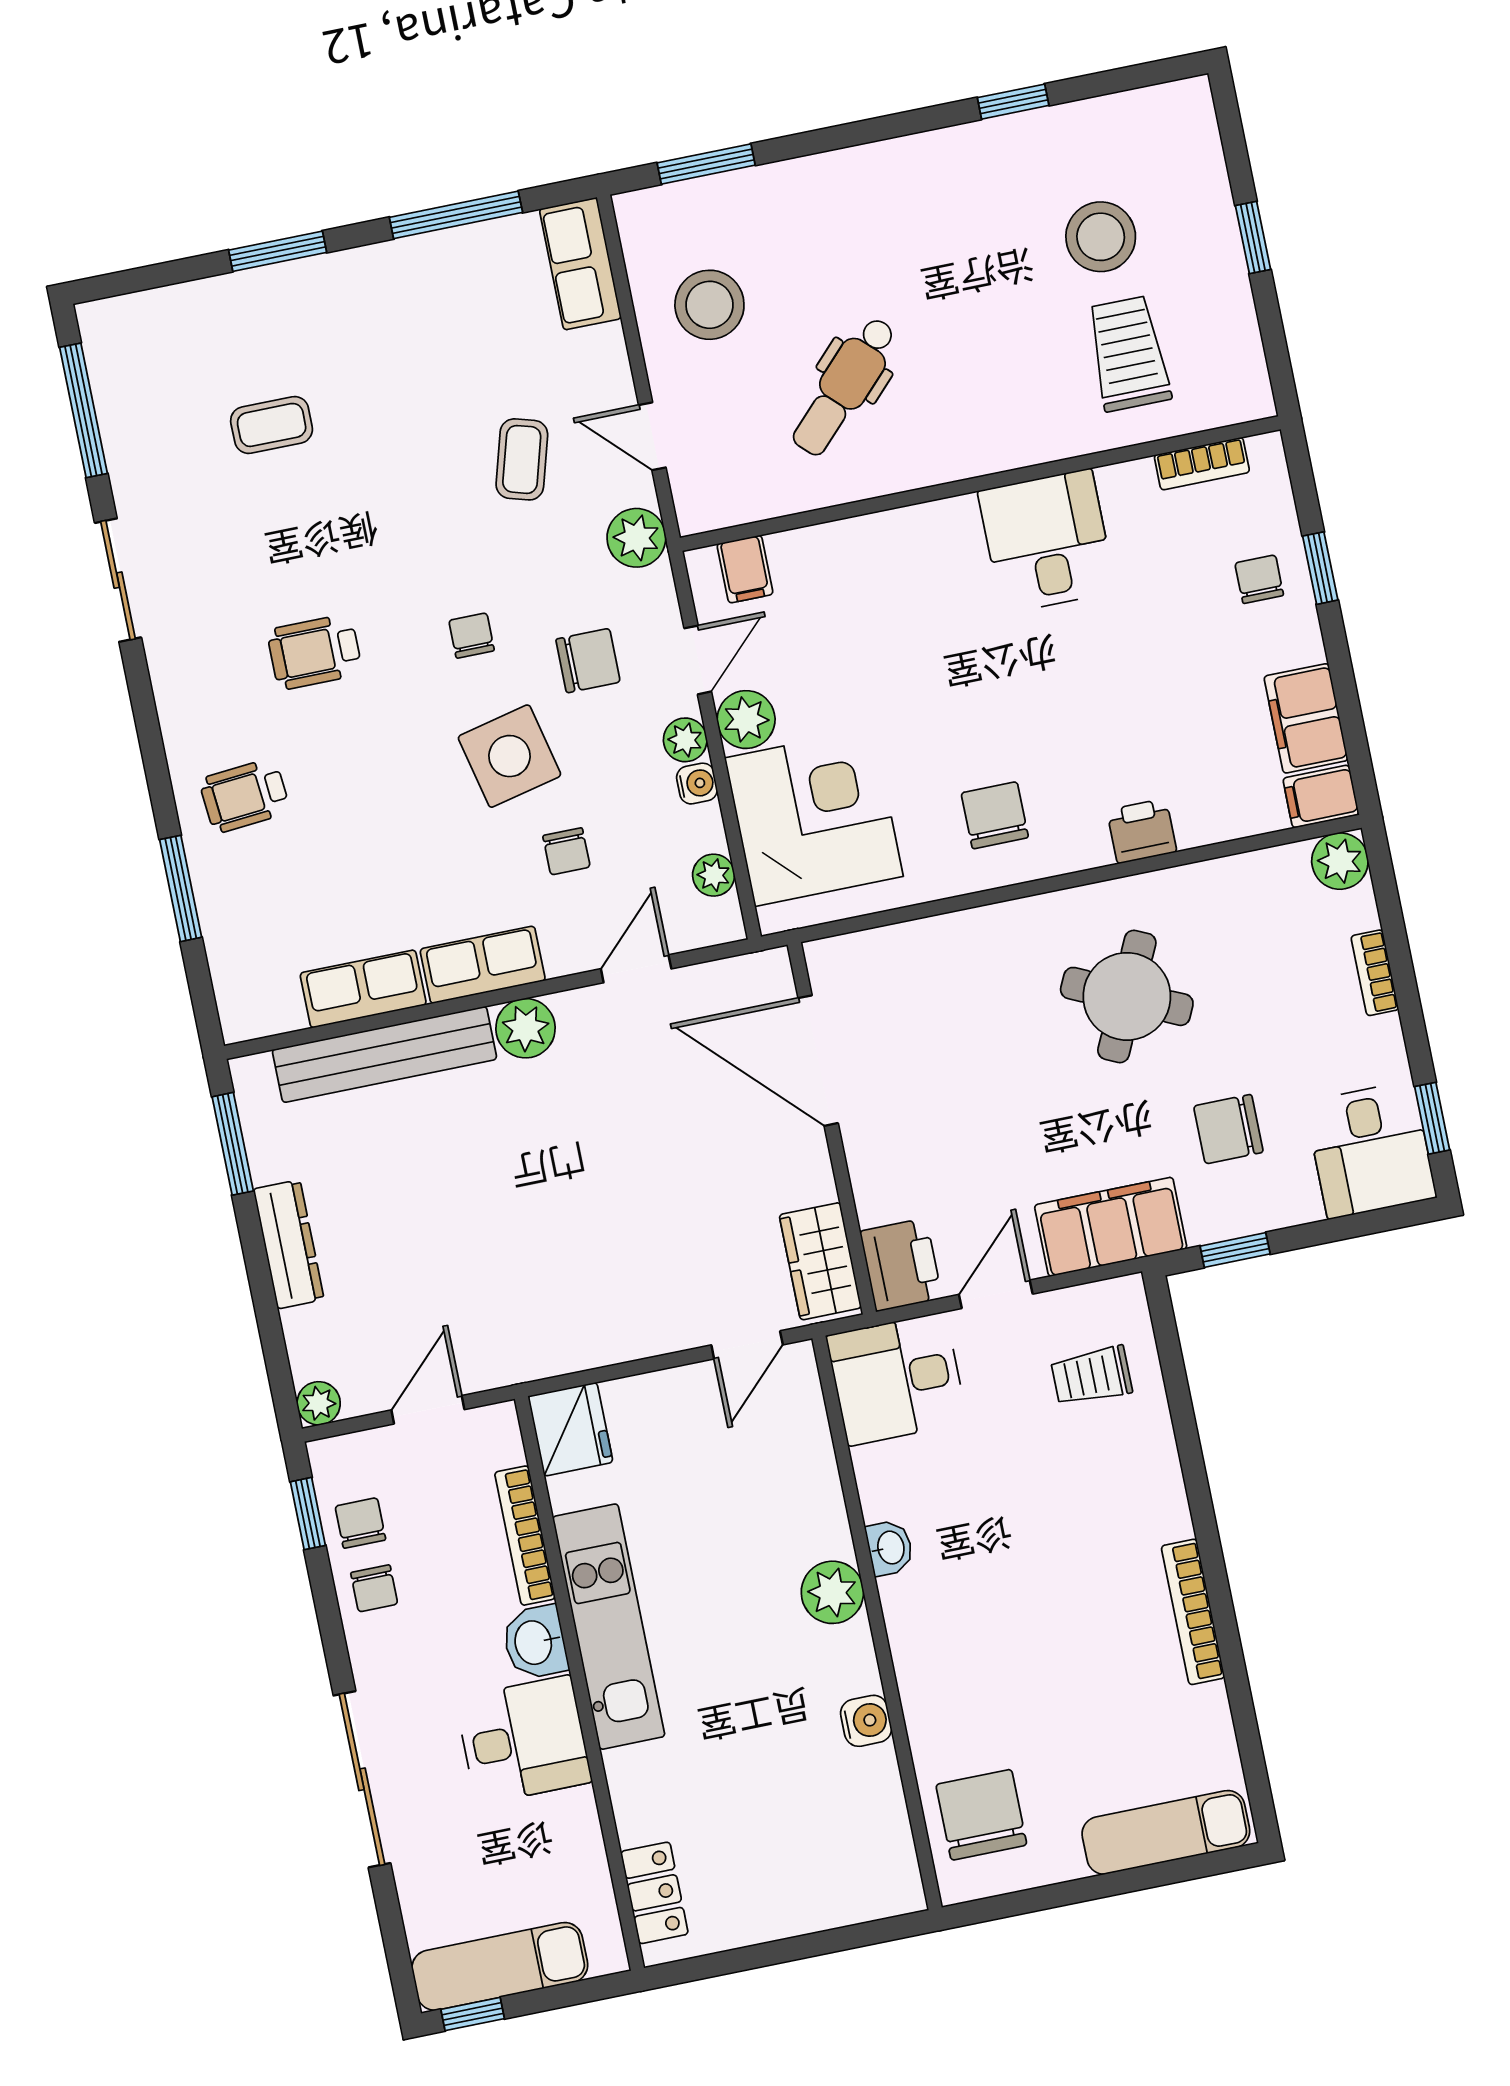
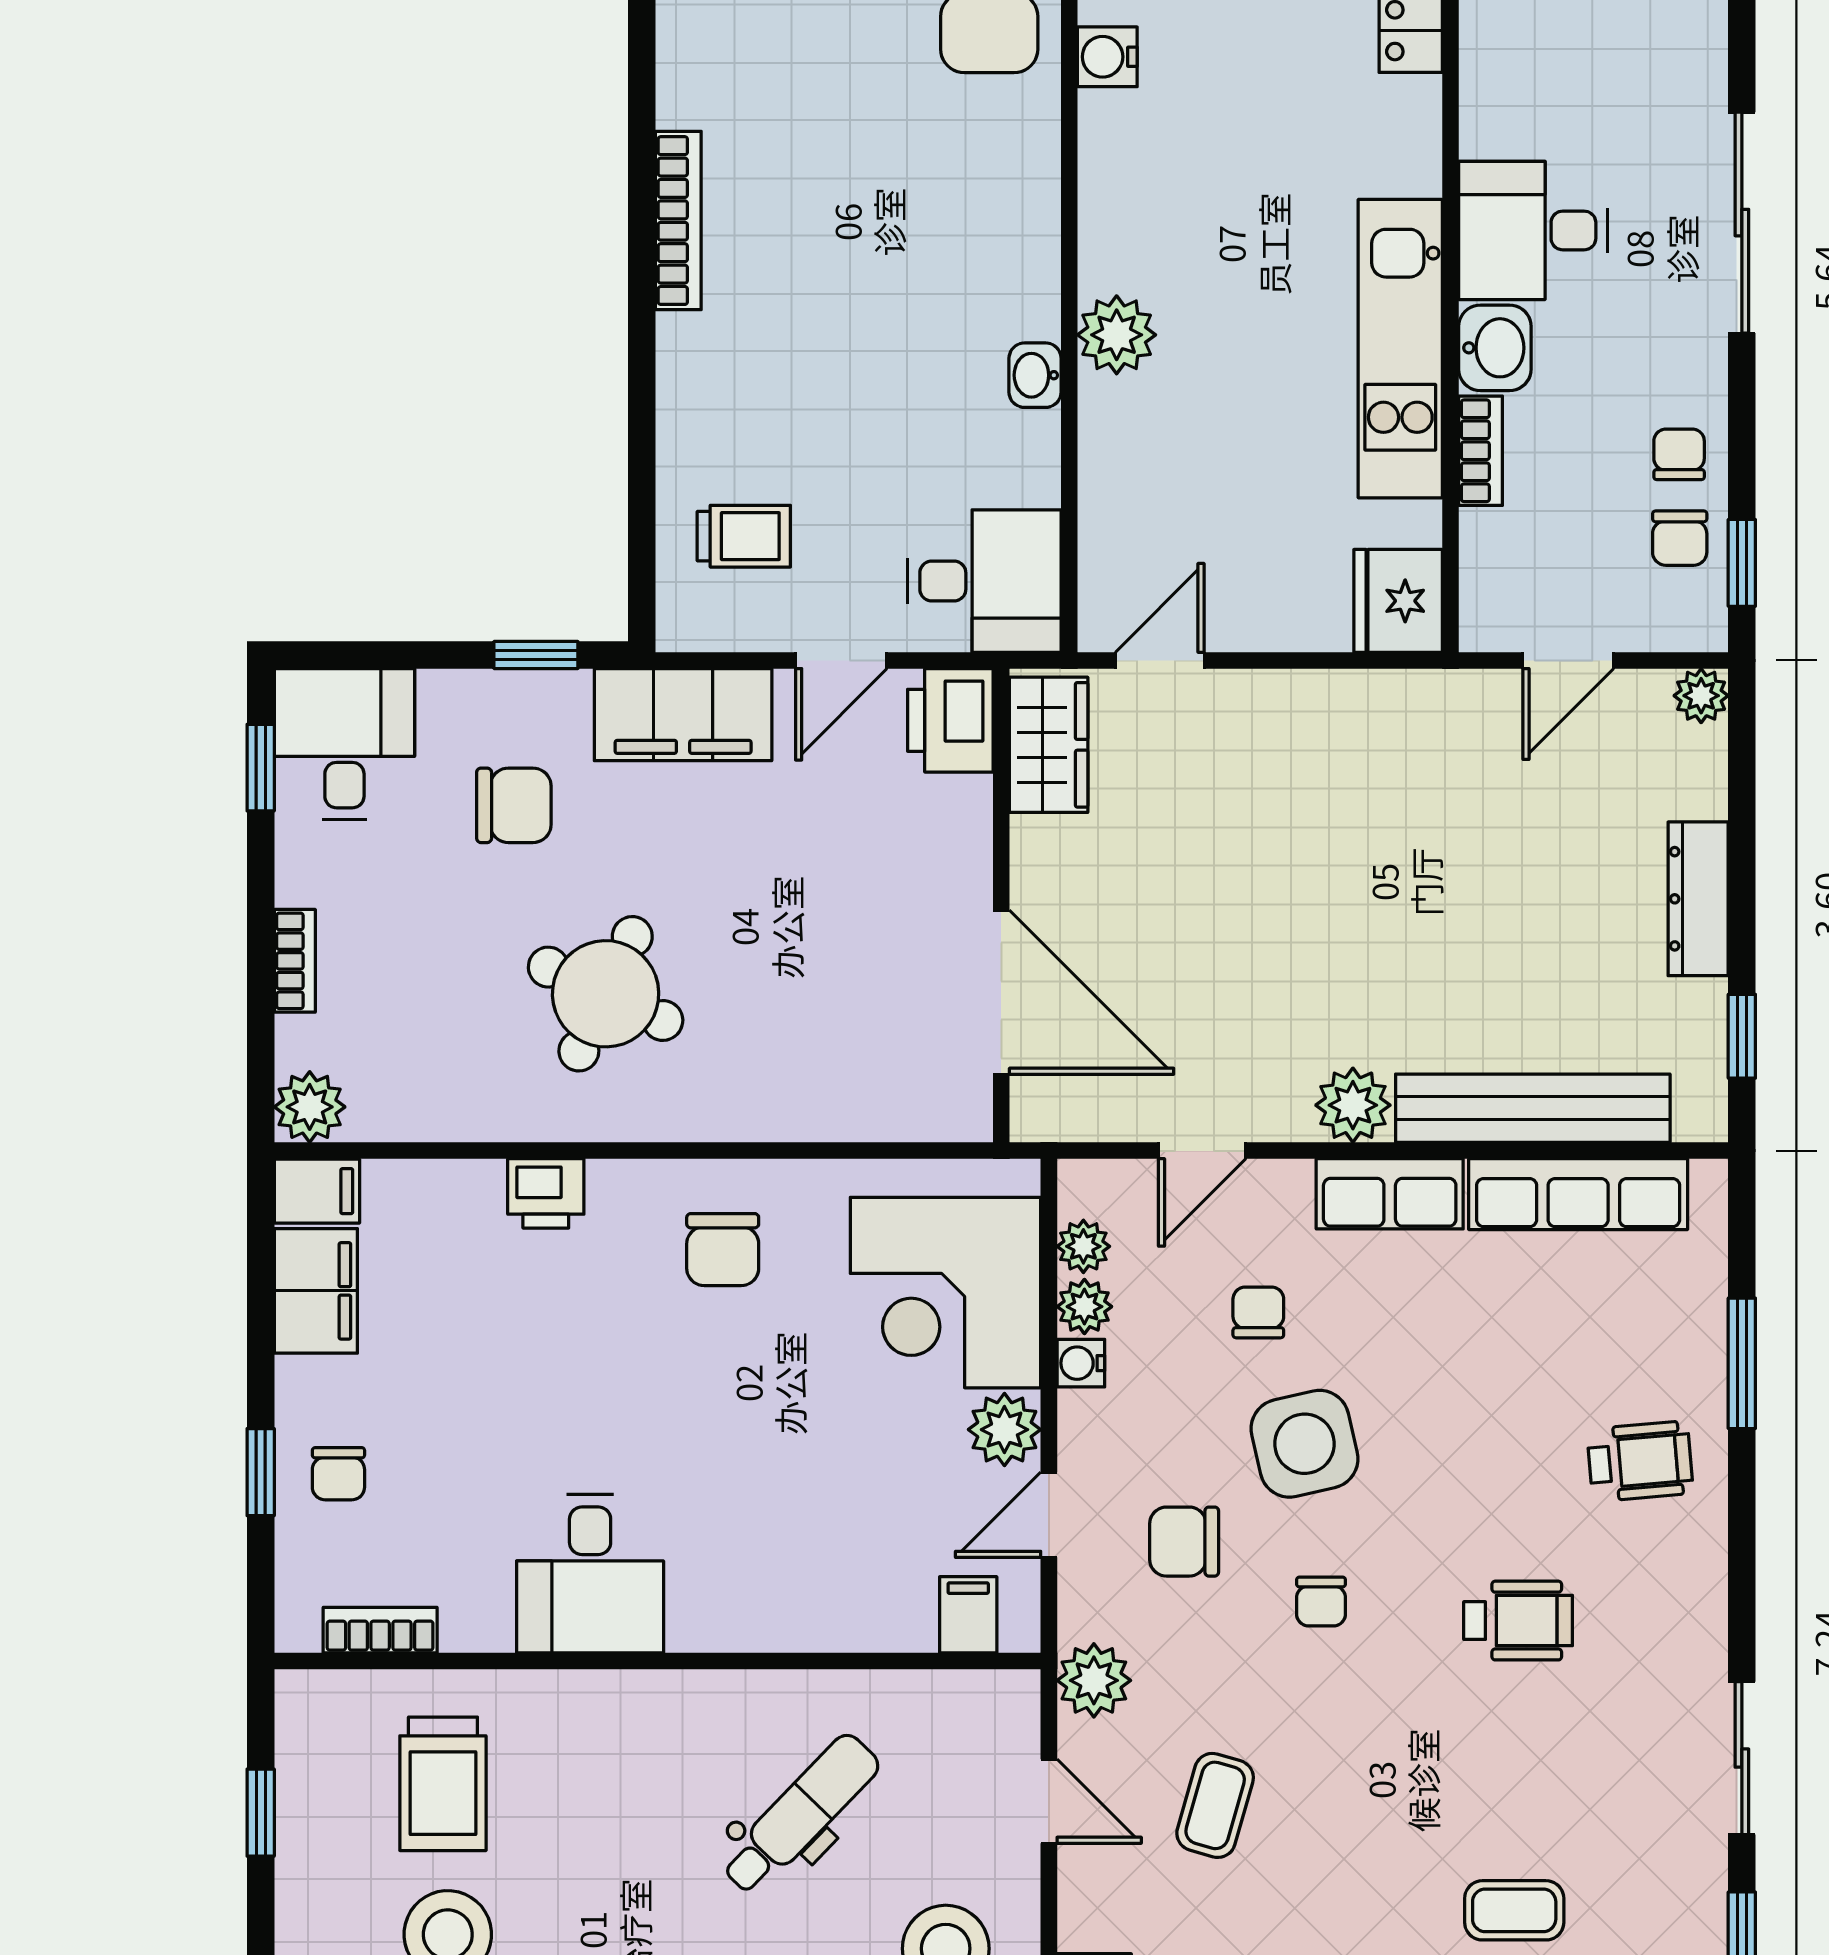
window: (1253, 238) -> (261, 1813), moved
plant: (685, 740) -> (1084, 1307), moved
row of seats: (363, 989) -> (1578, 1194), width x1.48
window: (233, 1144) -> (1742, 1036), width x0.67
bookcase: (525, 1536) -> (1481, 451), width x0.64
water cooler: (866, 1721) -> (1107, 57), moved

